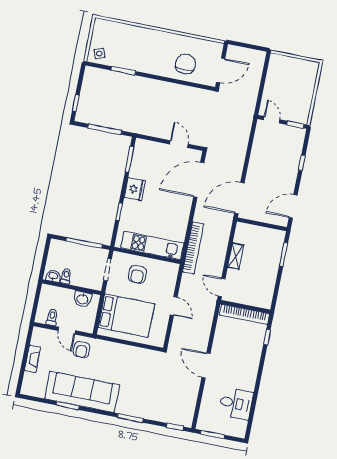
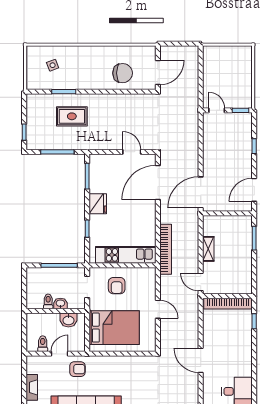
side table: (99, 54) -> (53, 65), moved
chair: (185, 64) -> (123, 73), turned 90
rug: (126, 97) -> (72, 116), added
washbasin: (53, 276) -> (60, 303), moved
door: (67, 331) -> (59, 354), swing flipped
armchair: (82, 350) -> (77, 369), turned -90

